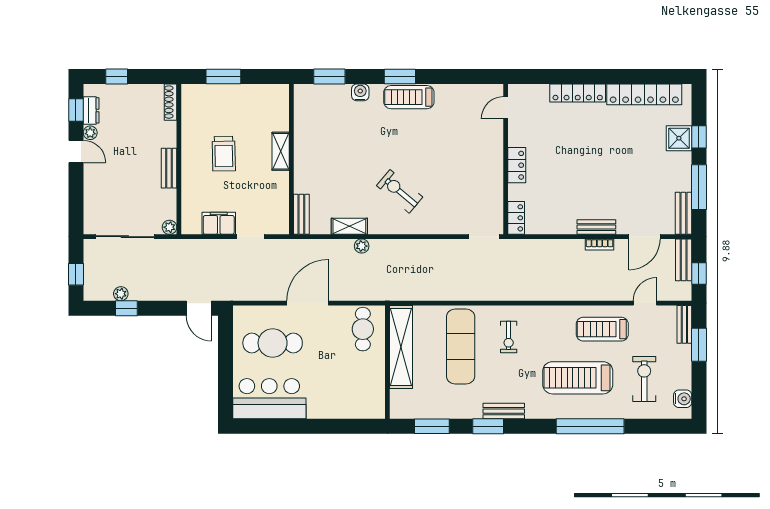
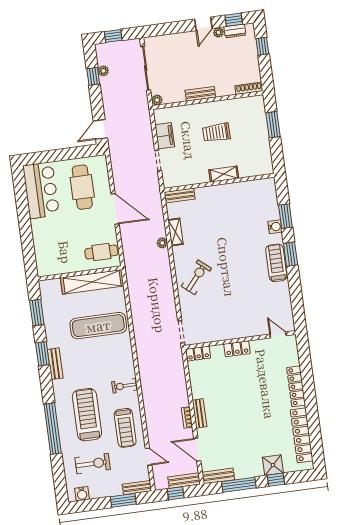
window: (329, 76) -> (285, 216), moved
exercise bike: (400, 191) -> (196, 277), moved
treadmill: (602, 329) -> (125, 428), turned 180
exercise bike: (509, 337) -> (124, 386), moved

